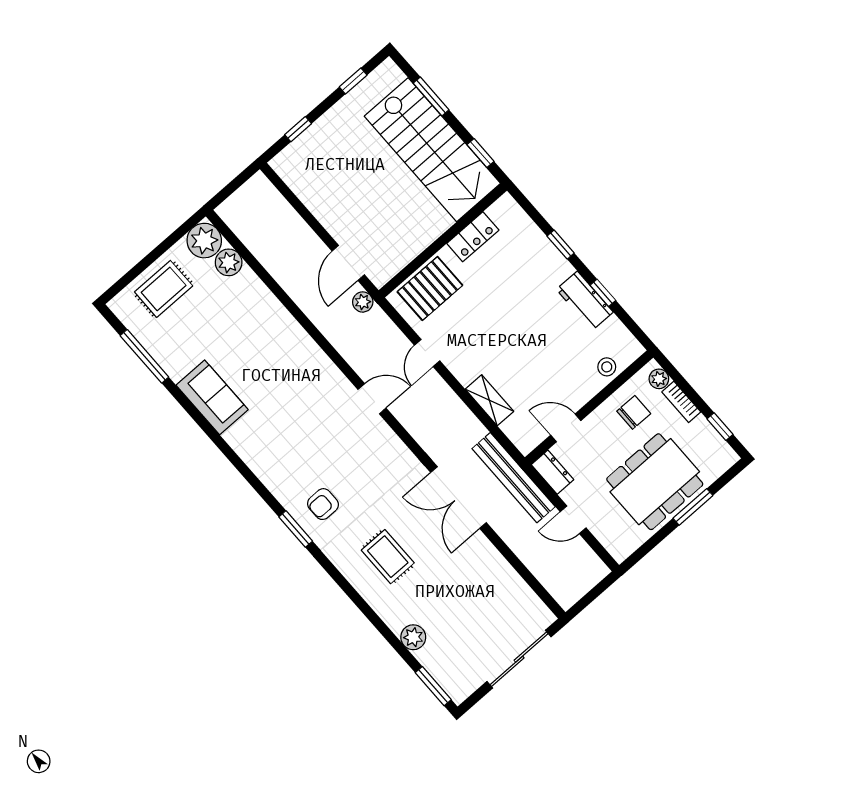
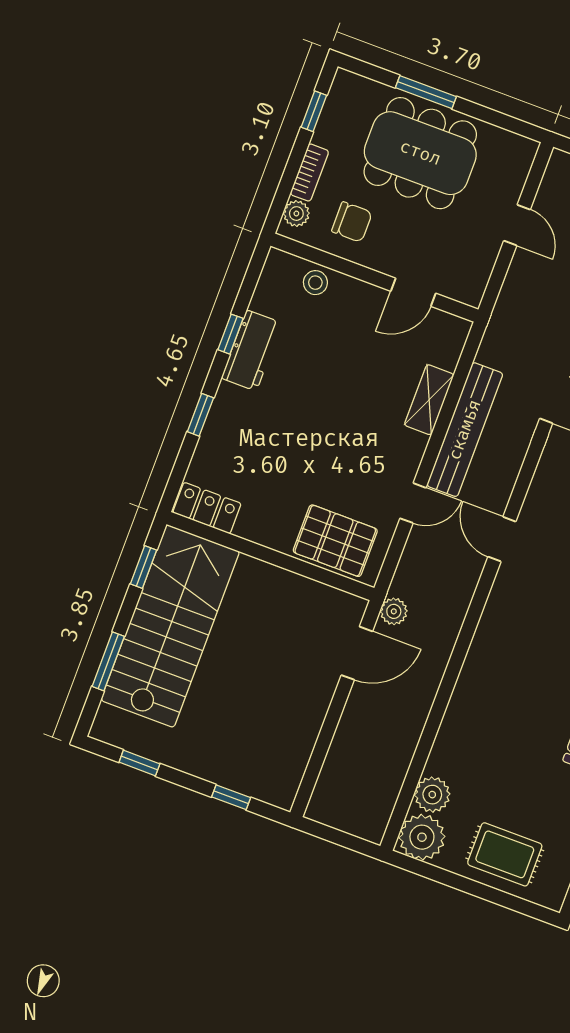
locker: (473, 237) -> (207, 508), moved
chair: (634, 412) -> (352, 222), turned 180
door: (566, 428) -> (413, 292), hinge flipped
dresser: (553, 472) -> (474, 280), removed
bench: (514, 478) -> (465, 430), moved

